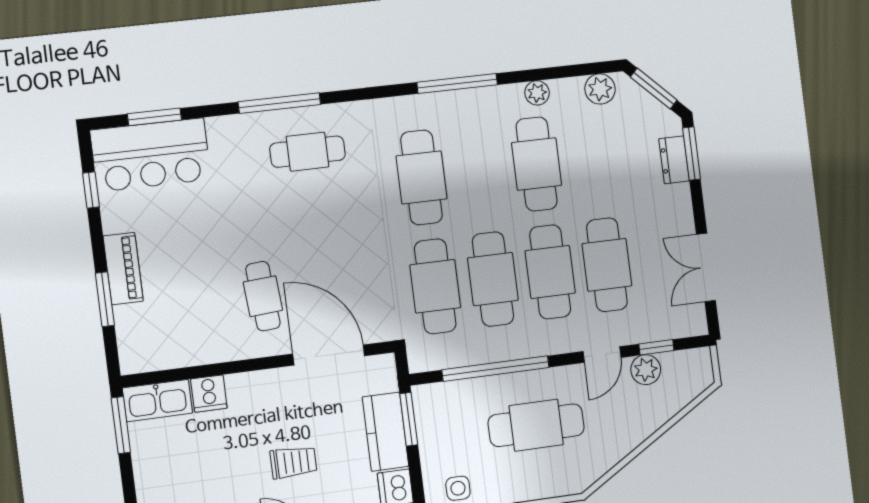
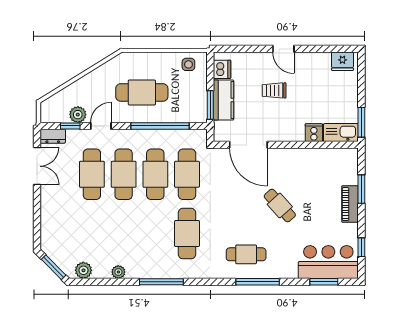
window: (692, 153) -> (37, 229), removed
dresser: (674, 160) -> (53, 136), moved, turned 90
cafe table: (537, 164) -> (124, 234), removed
cafe table: (263, 296) -> (280, 206), moved, turned -38

